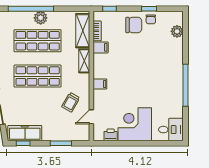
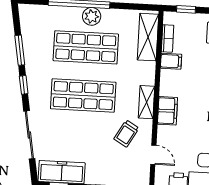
shelving: (84, 61) -> (146, 102), moved
filing cabinet: (100, 84) -> (167, 111), width x2.00
door: (91, 117) -> (153, 155), swing flipped

